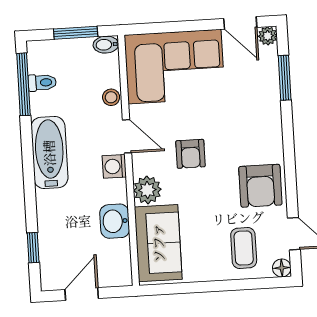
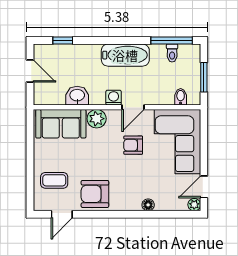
bidet: (106, 45) -> (181, 97), moved
window: (285, 78) -> (166, 214), removed
stool: (111, 97) -> (160, 98), removed
armchair: (190, 154) -> (133, 145), moved
floor lamp: (282, 268) -> (148, 205), moved

